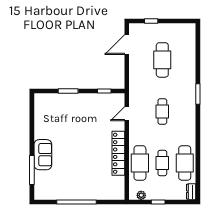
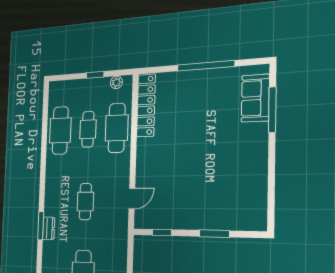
locker: (118, 153) -> (146, 105), moved
sofa: (43, 155) -> (255, 98), moved
dresser: (191, 192) -> (49, 228), moved

